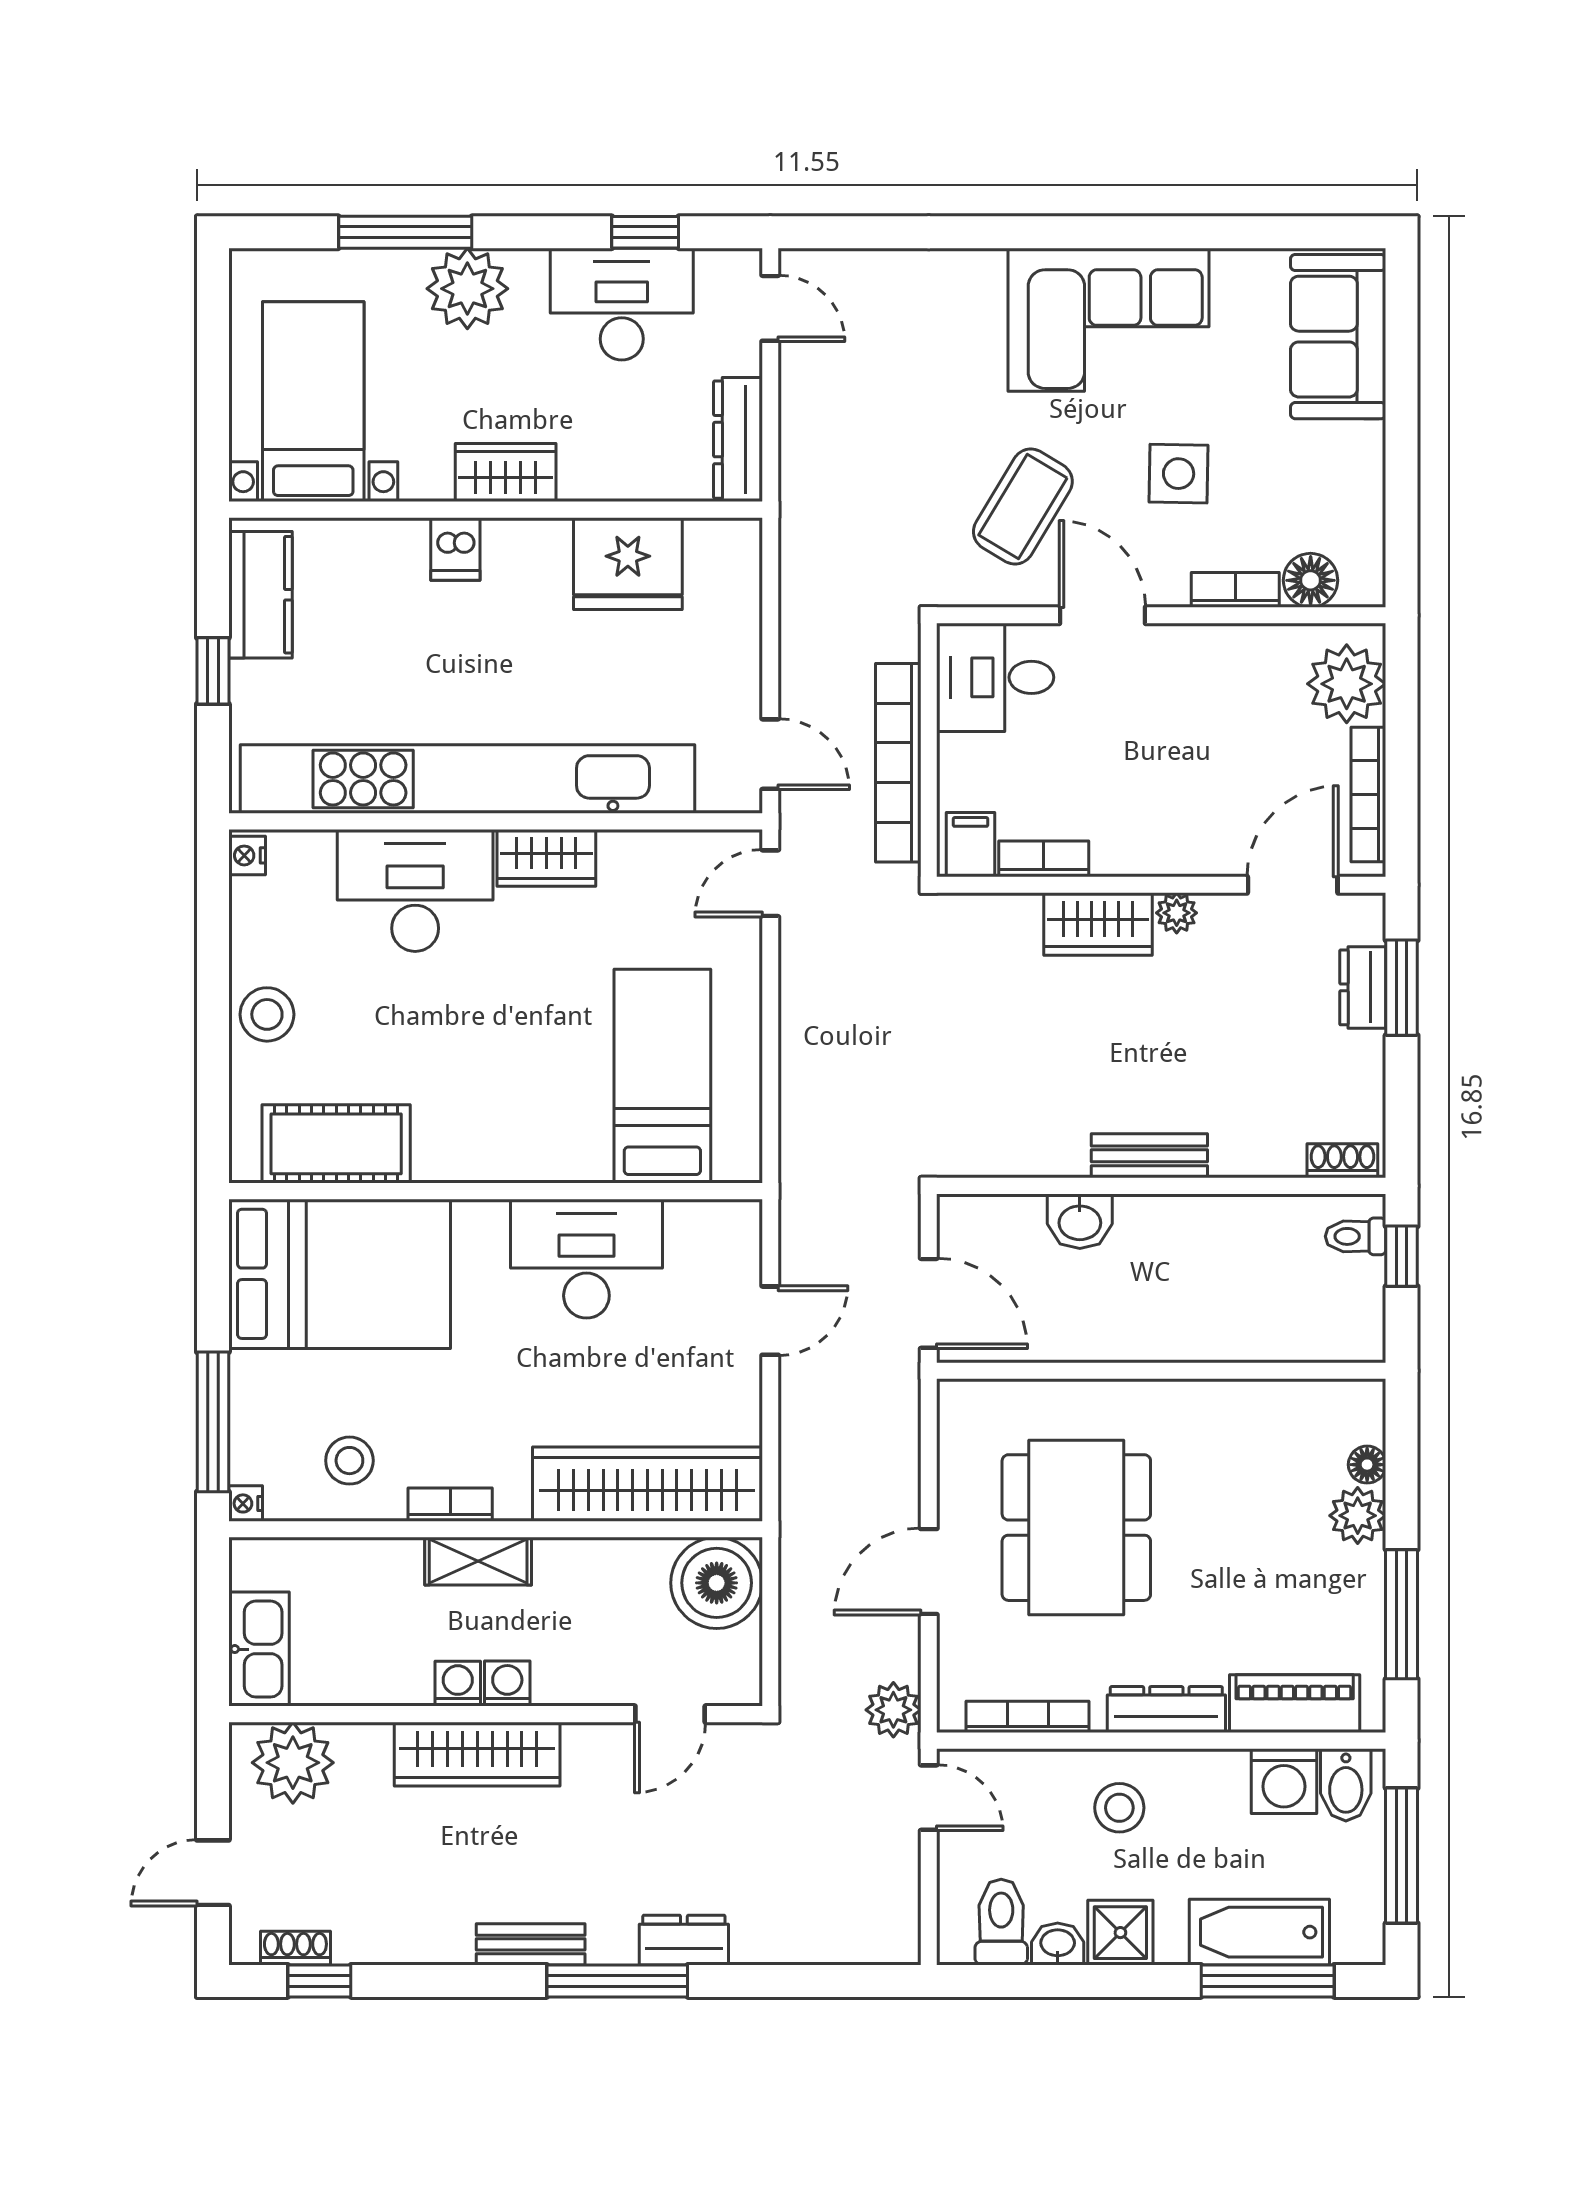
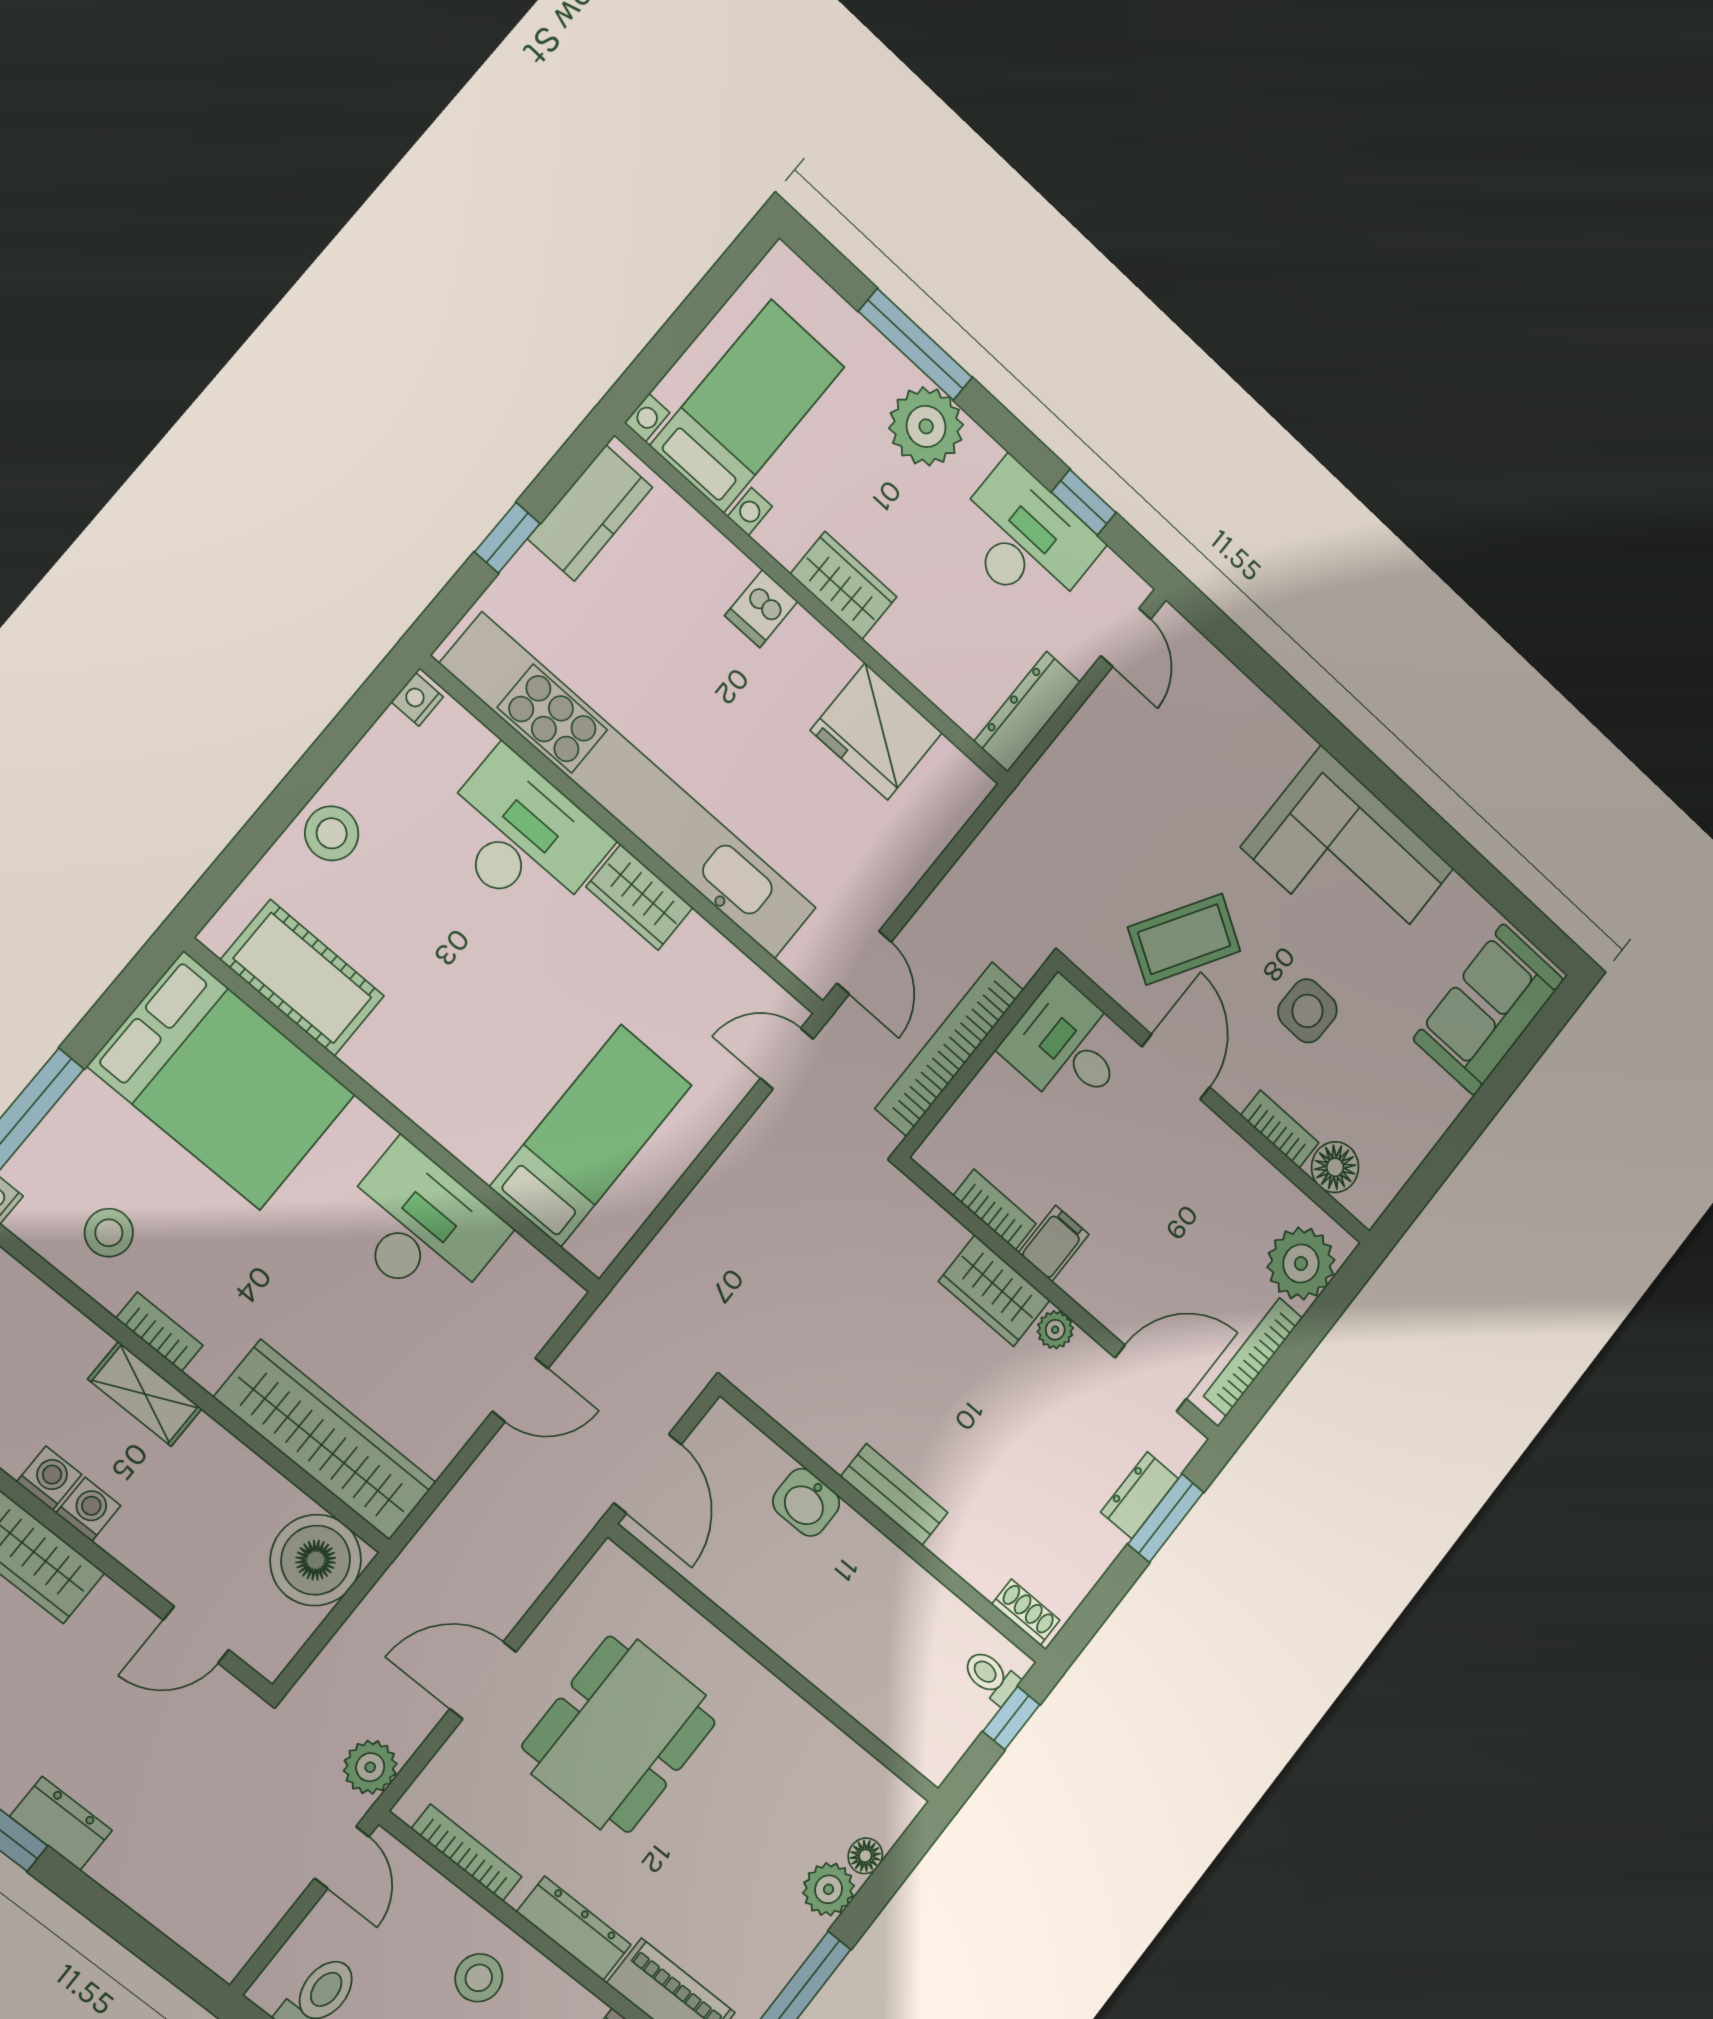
filing cabinet: (970, 845) -> (1054, 1243), moved

